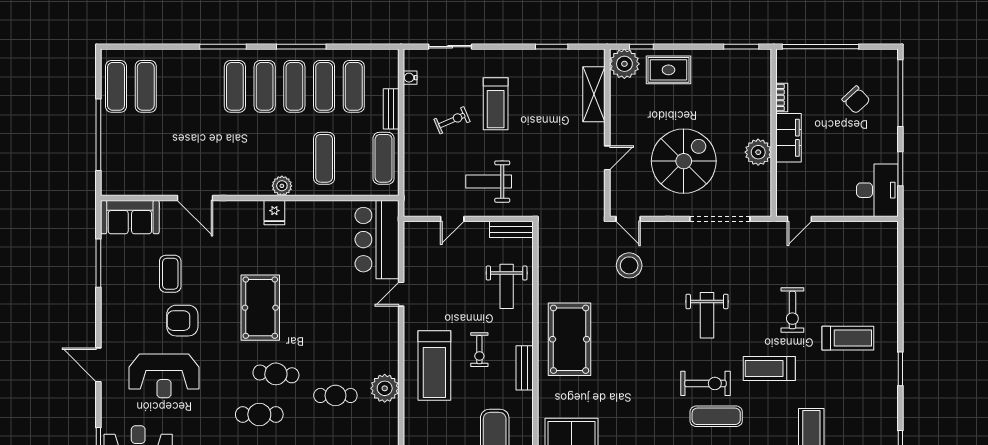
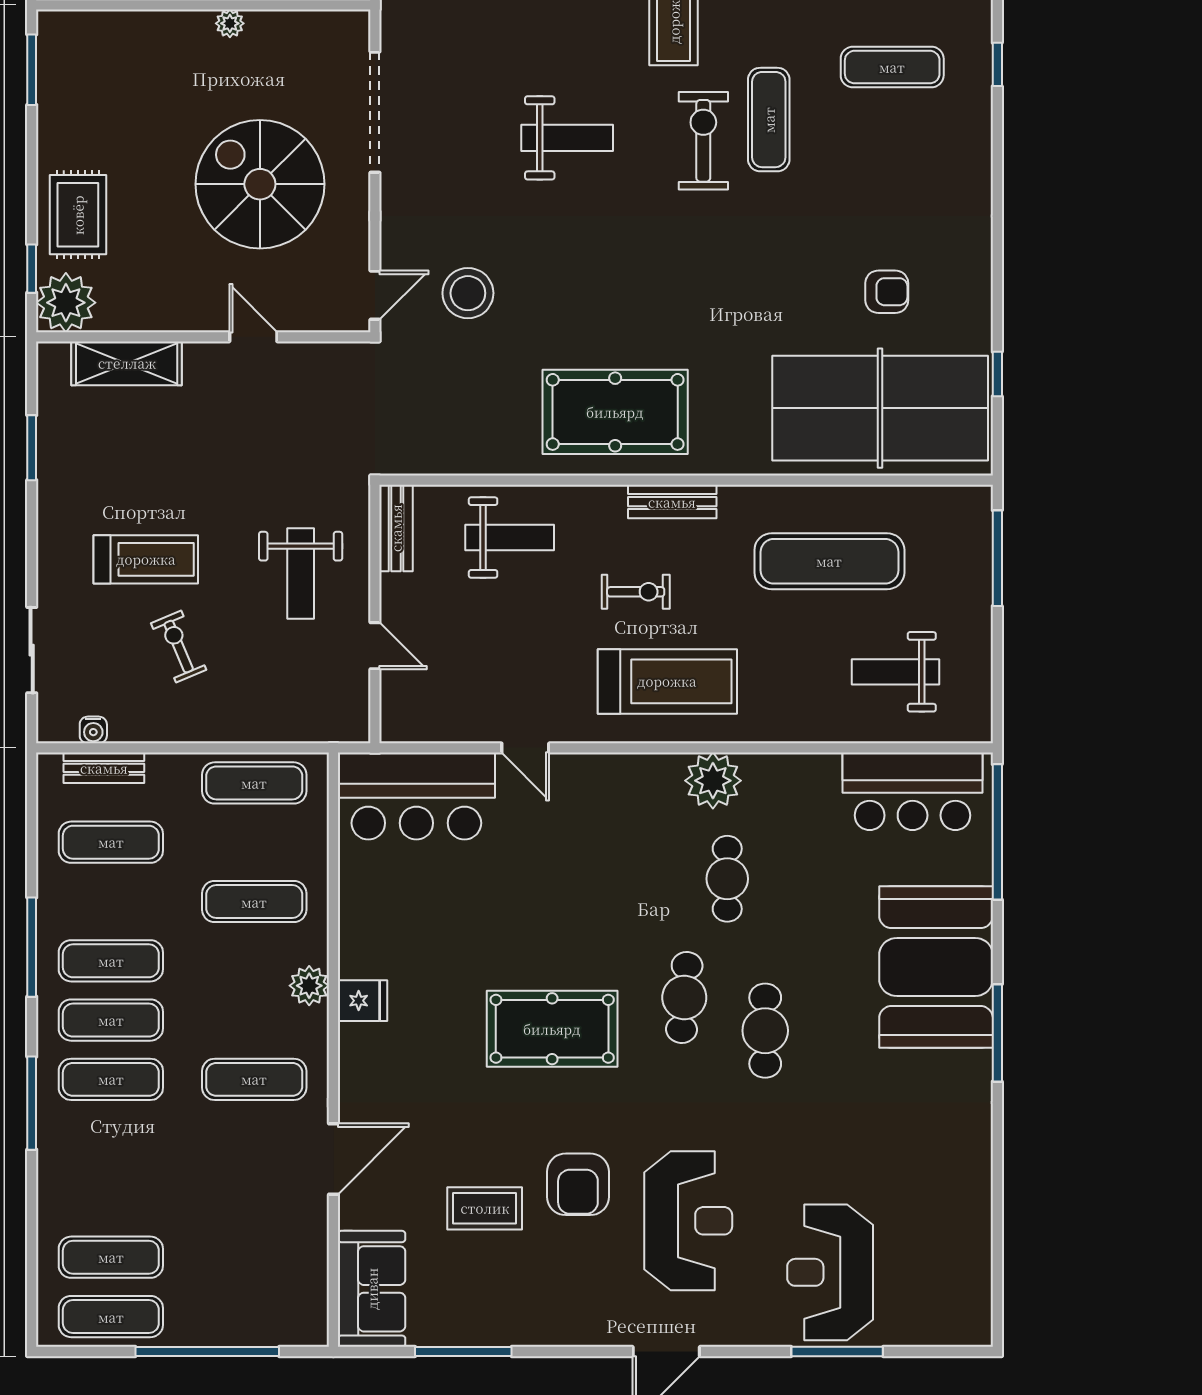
exercise mat: (324, 86) -> (254, 1079), moved
bench: (391, 109) -> (104, 768), moved
plant: (758, 152) -> (230, 23), width x0.53, depth x0.53

